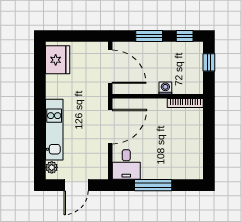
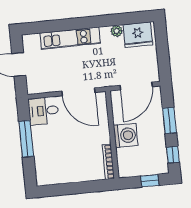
washing machine: (165, 88) -> (126, 135), width x1.89, depth x1.89
plant: (52, 167) -> (117, 31), moved

